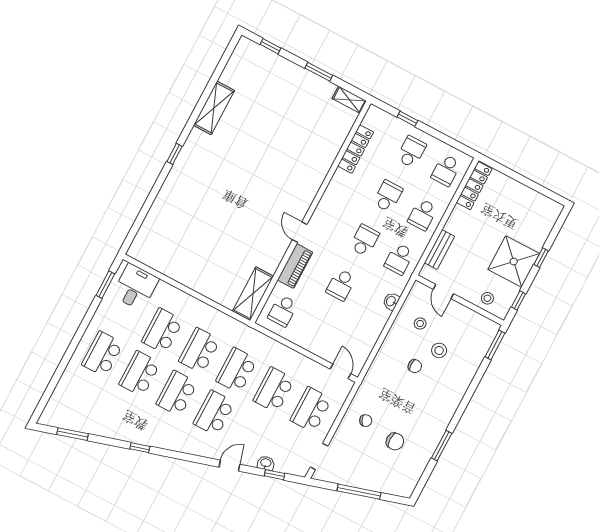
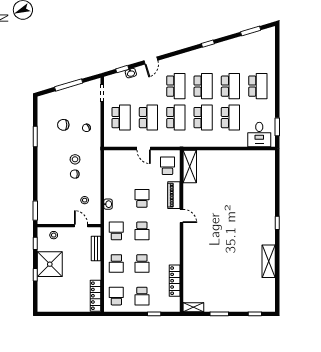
school desk: (423, 215) -> (116, 263), turned 180
stool: (439, 350) -> (75, 159), moved
door: (340, 371) -> (144, 148), moved

